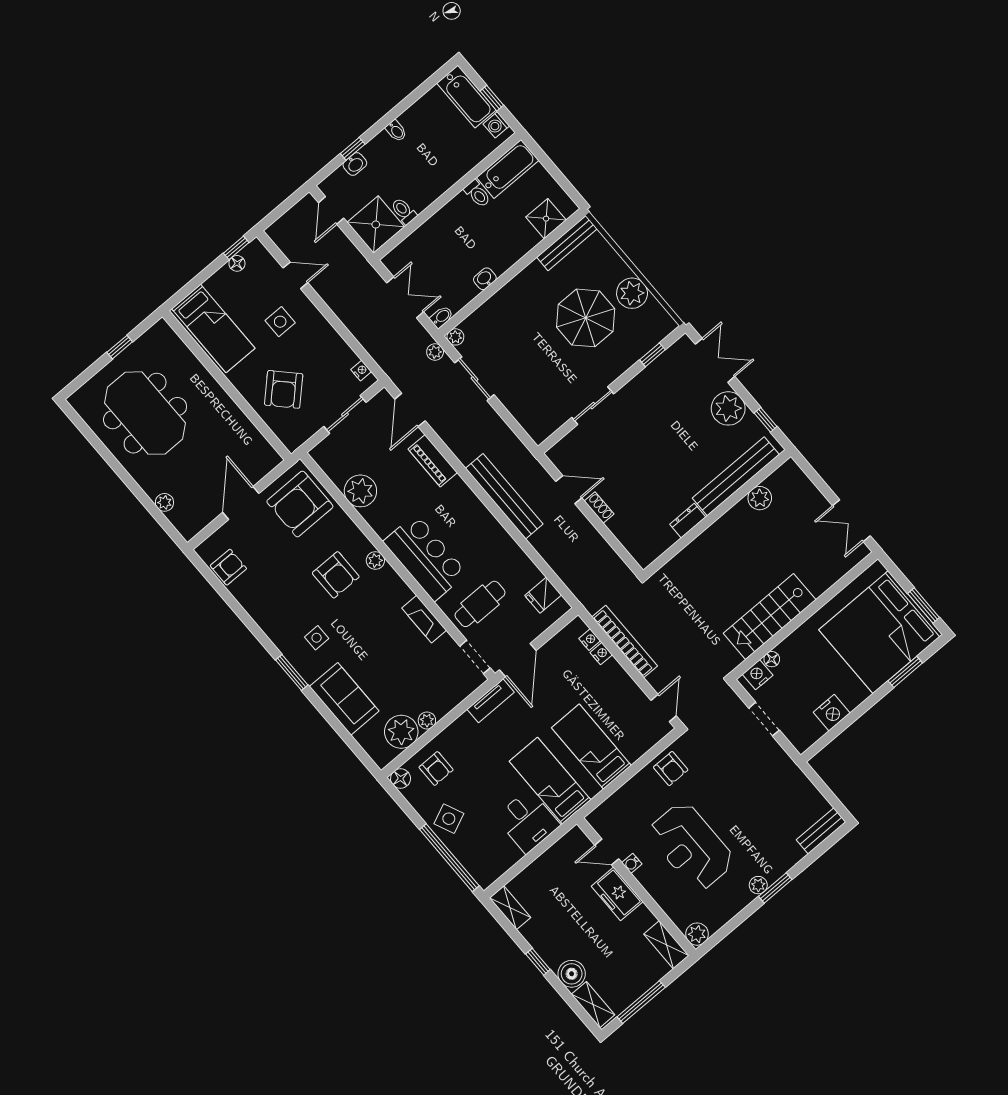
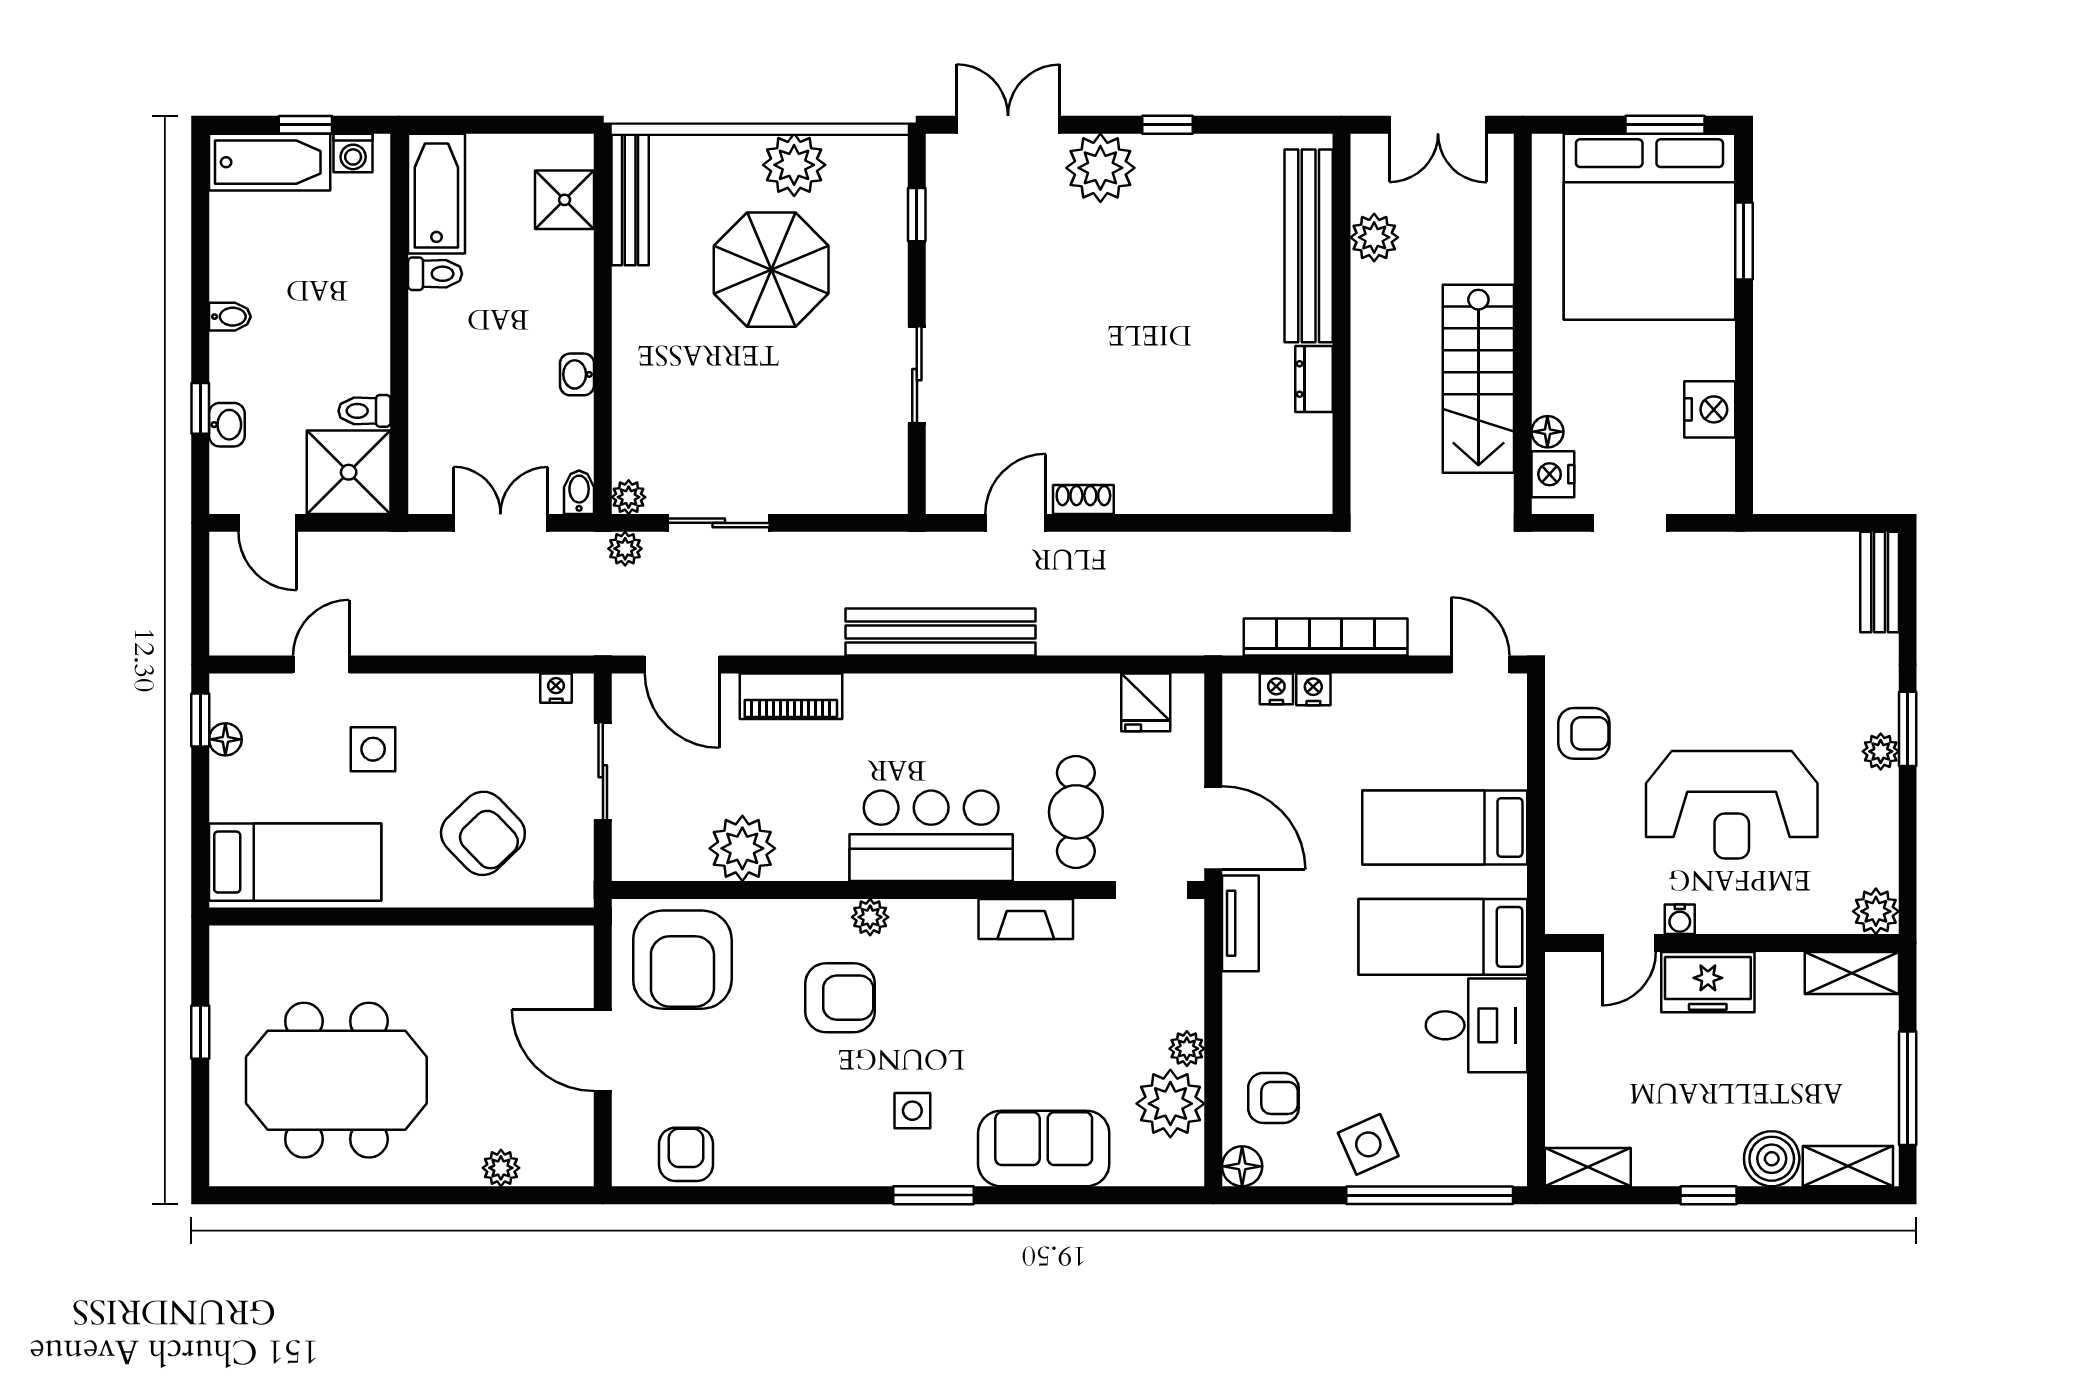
bench: (736, 476) -> (1309, 246), moved
plant: (760, 498) -> (1374, 237), moved
wall: (717, 513) -> (1341, 324), moved
dresser: (688, 521) -> (1314, 379), moved

